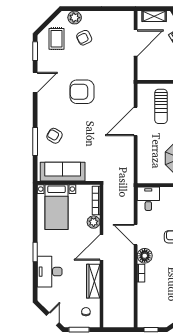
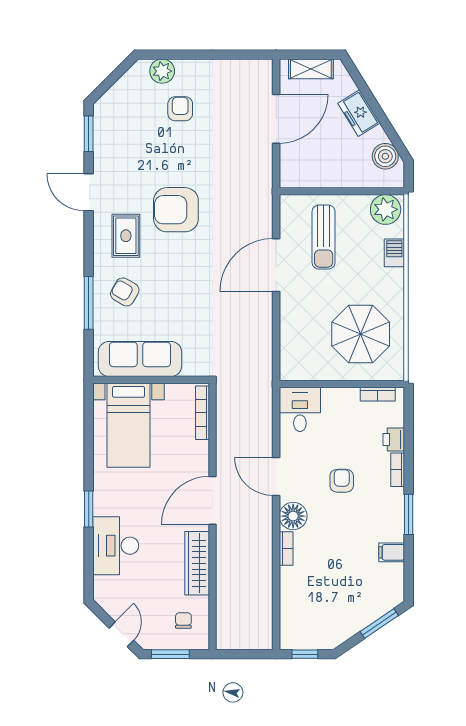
armchair: (84, 38) -> (180, 109), turned 116
rug: (56, 39) -> (126, 236), moved
door: (35, 82) -> (89, 192), swing flipped
plant: (94, 222) -> (198, 453), removed

